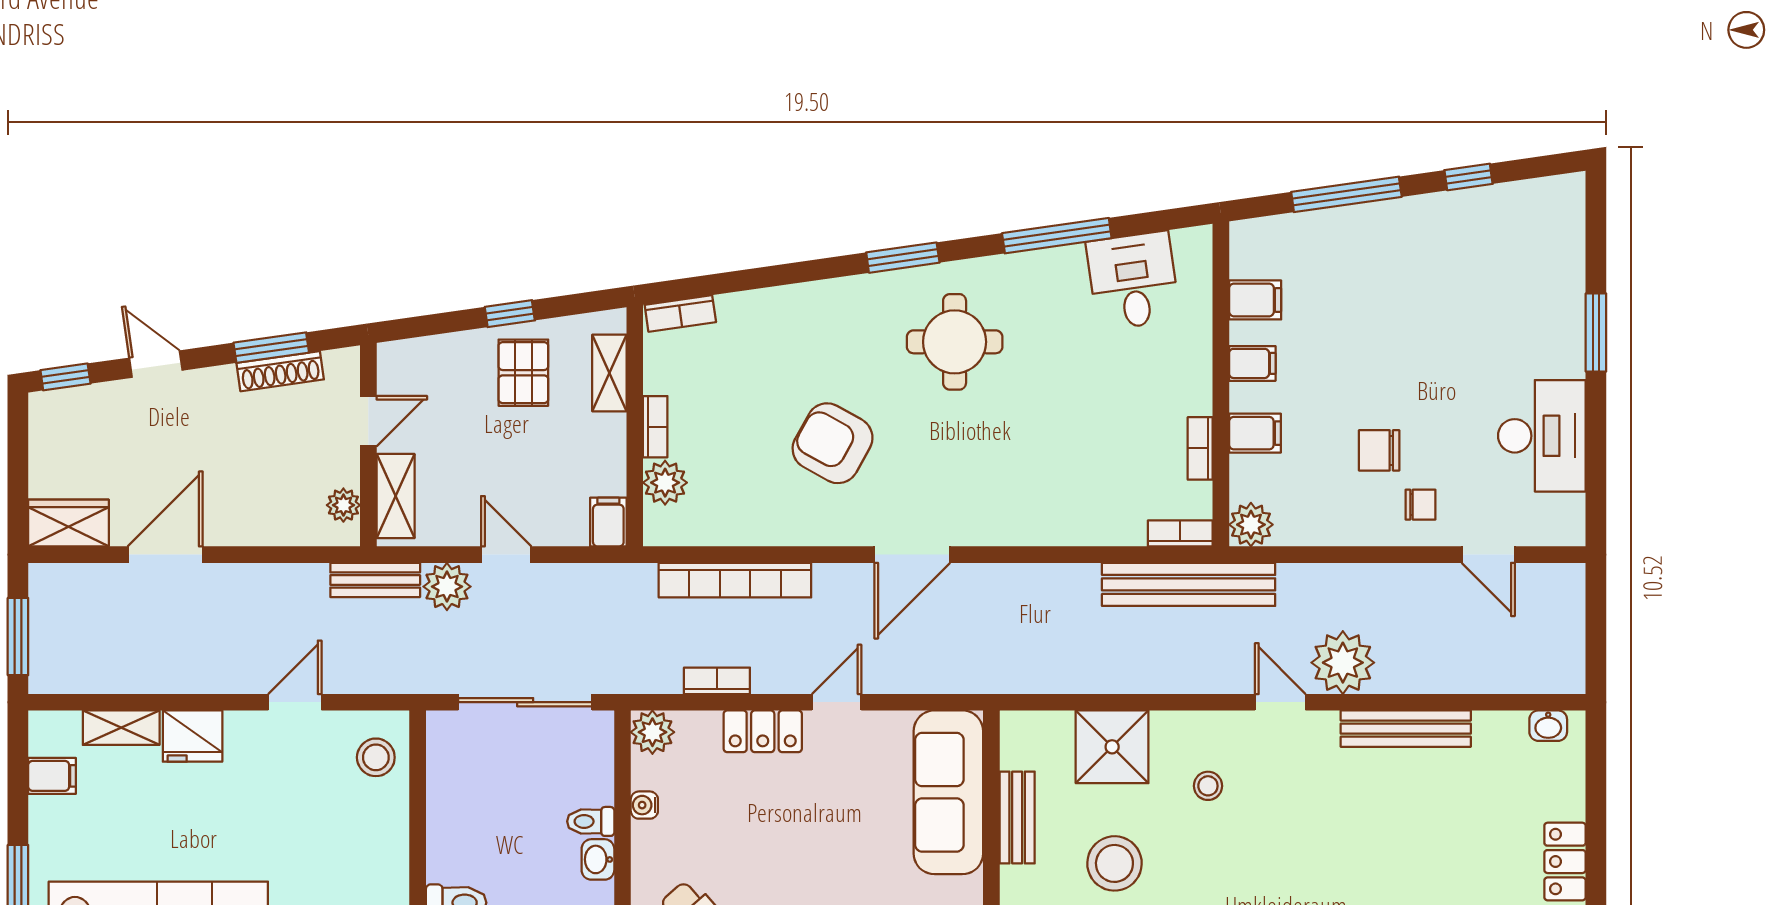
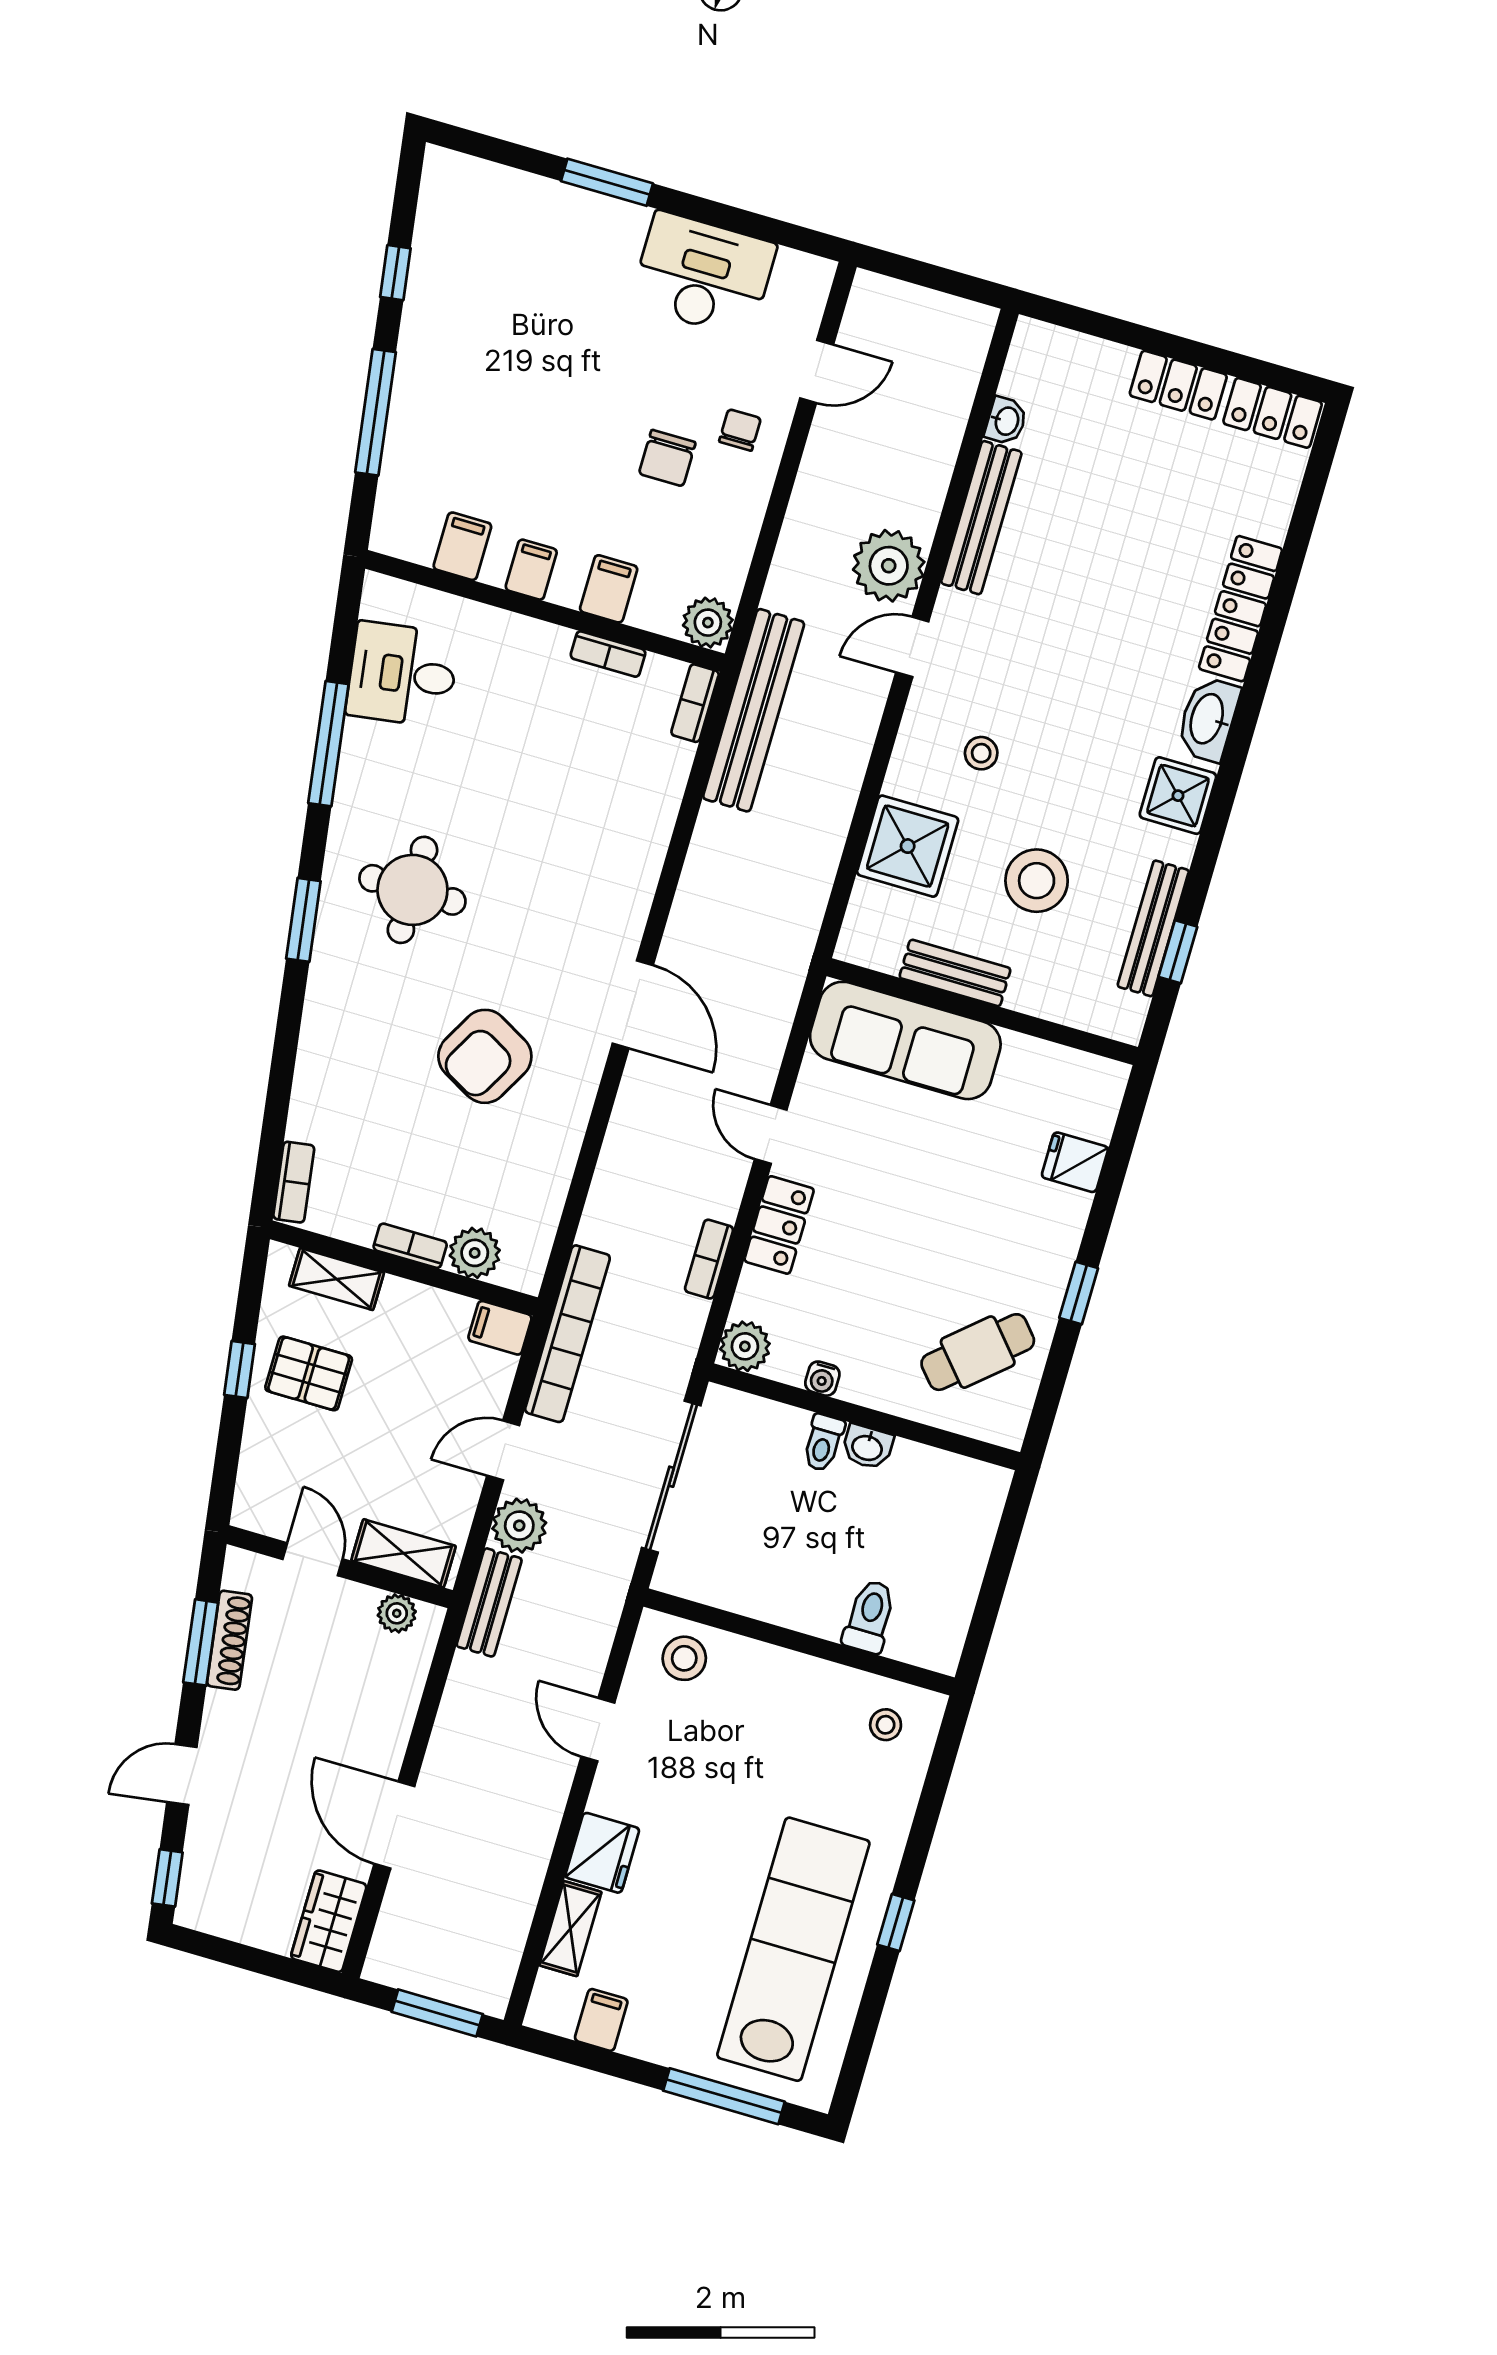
bookcase: (735, 580) -> (567, 1334), moved
washbasin: (1548, 726) -> (1006, 421), moved

